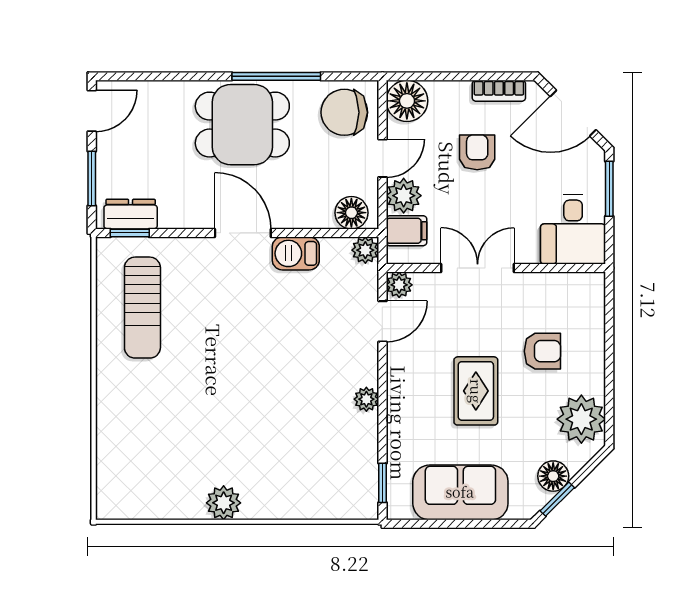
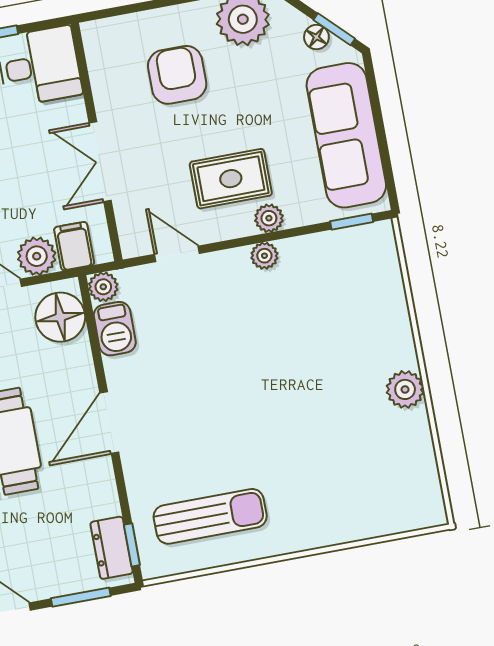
floor lamp: (351, 213) -> (60, 317), width x1.38, depth x1.38
barbecue: (296, 253) -> (115, 329), moved
plant: (399, 285) -> (269, 218), moved
armchair: (542, 351) -> (177, 75), width x1.38, depth x1.38
rug: (476, 391) -> (231, 179), moved
floor lamp: (553, 476) -> (316, 37), width x0.73, depth x0.73
sofa: (460, 492) -> (346, 135), width x1.36

